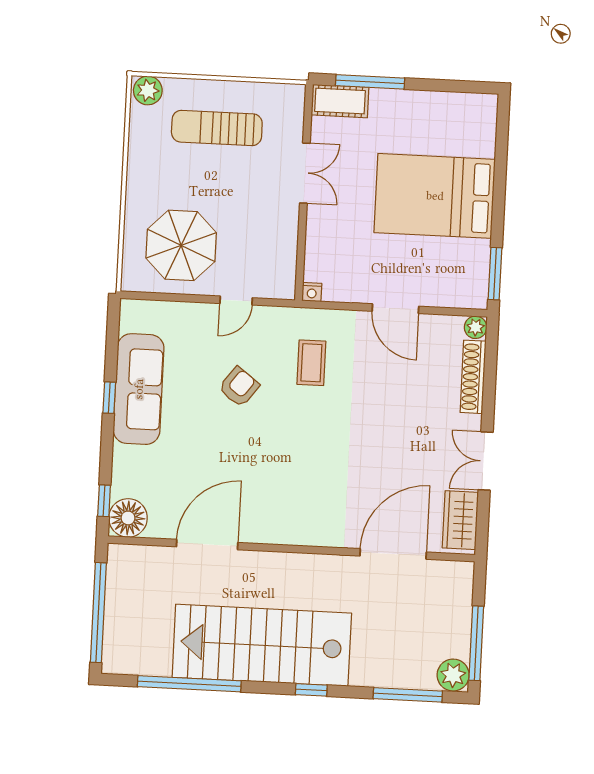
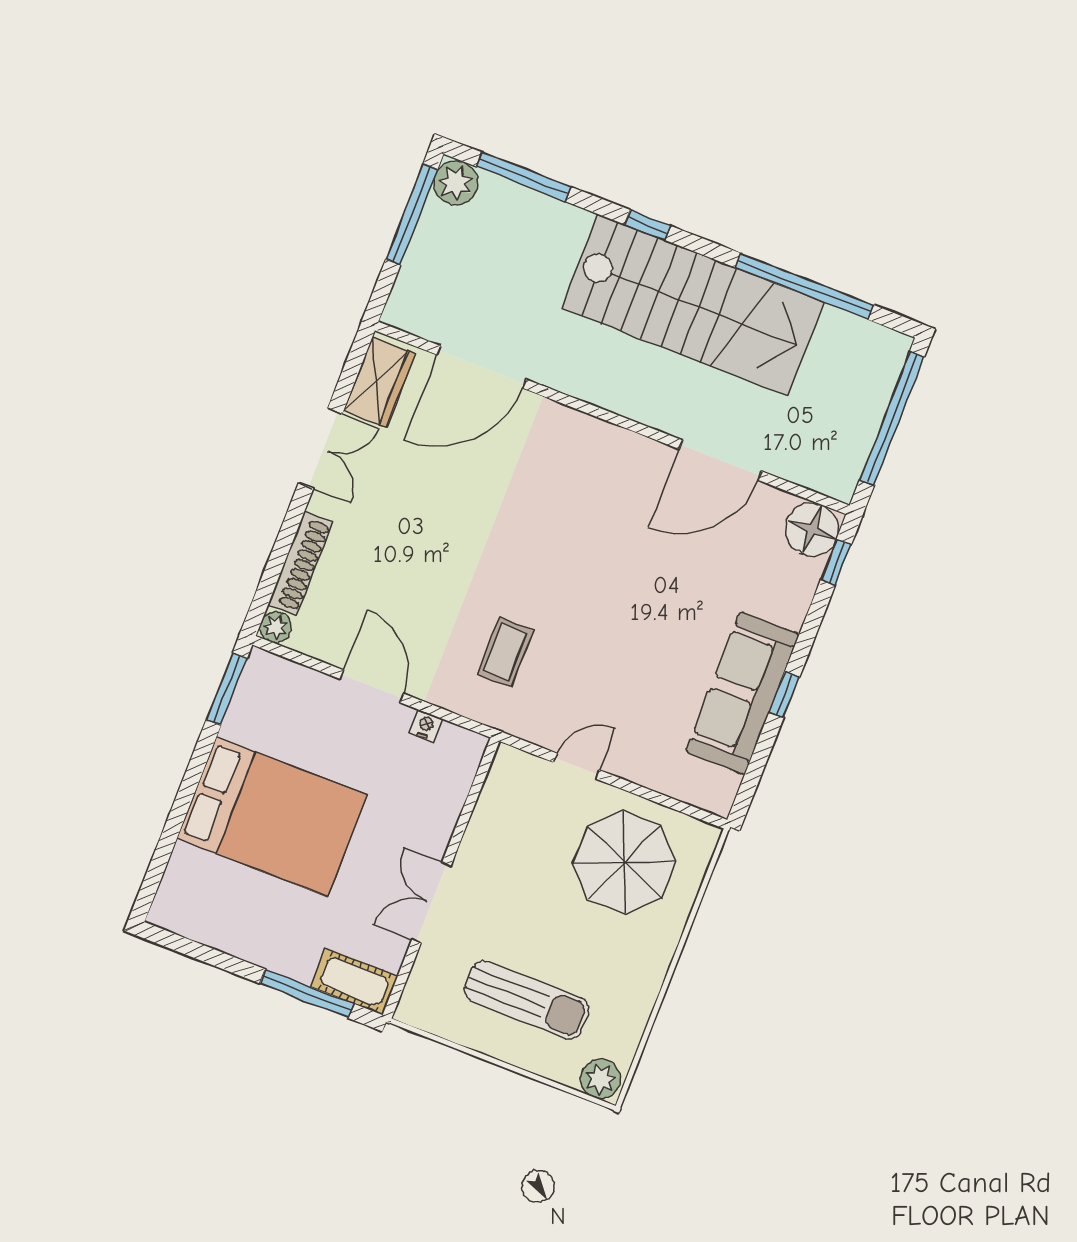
nightstand: (312, 292) -> (426, 726), moved
armchair: (239, 387) -> (610, 652), removed

